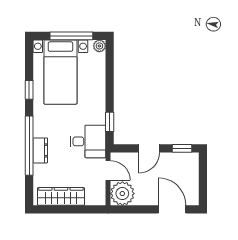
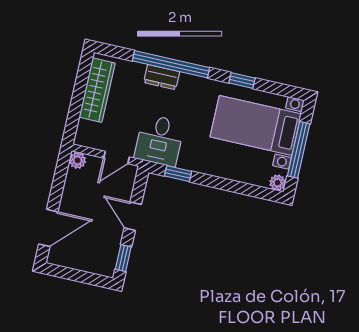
plant: (122, 194) -> (78, 160), width x0.53, depth x0.53

